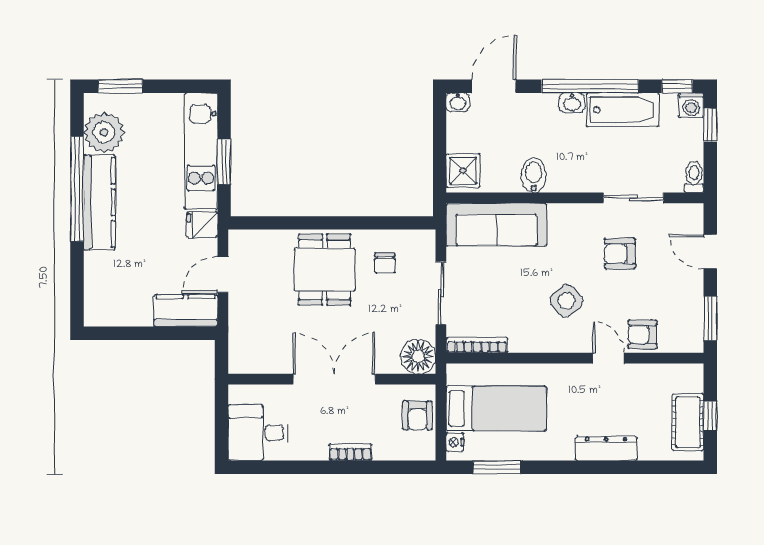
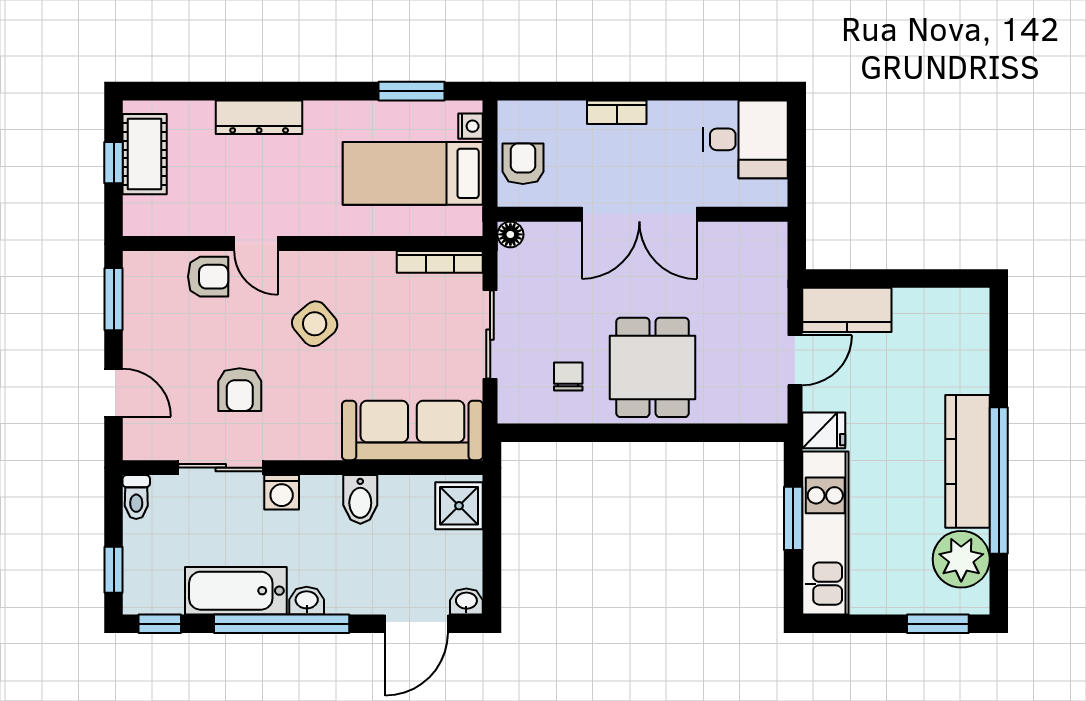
washing machine: (691, 105) -> (282, 492), moved, turned 180
armchair: (620, 254) -> (240, 390), turned 90
floor lamp: (418, 356) -> (510, 234), width x0.53, depth x0.53

